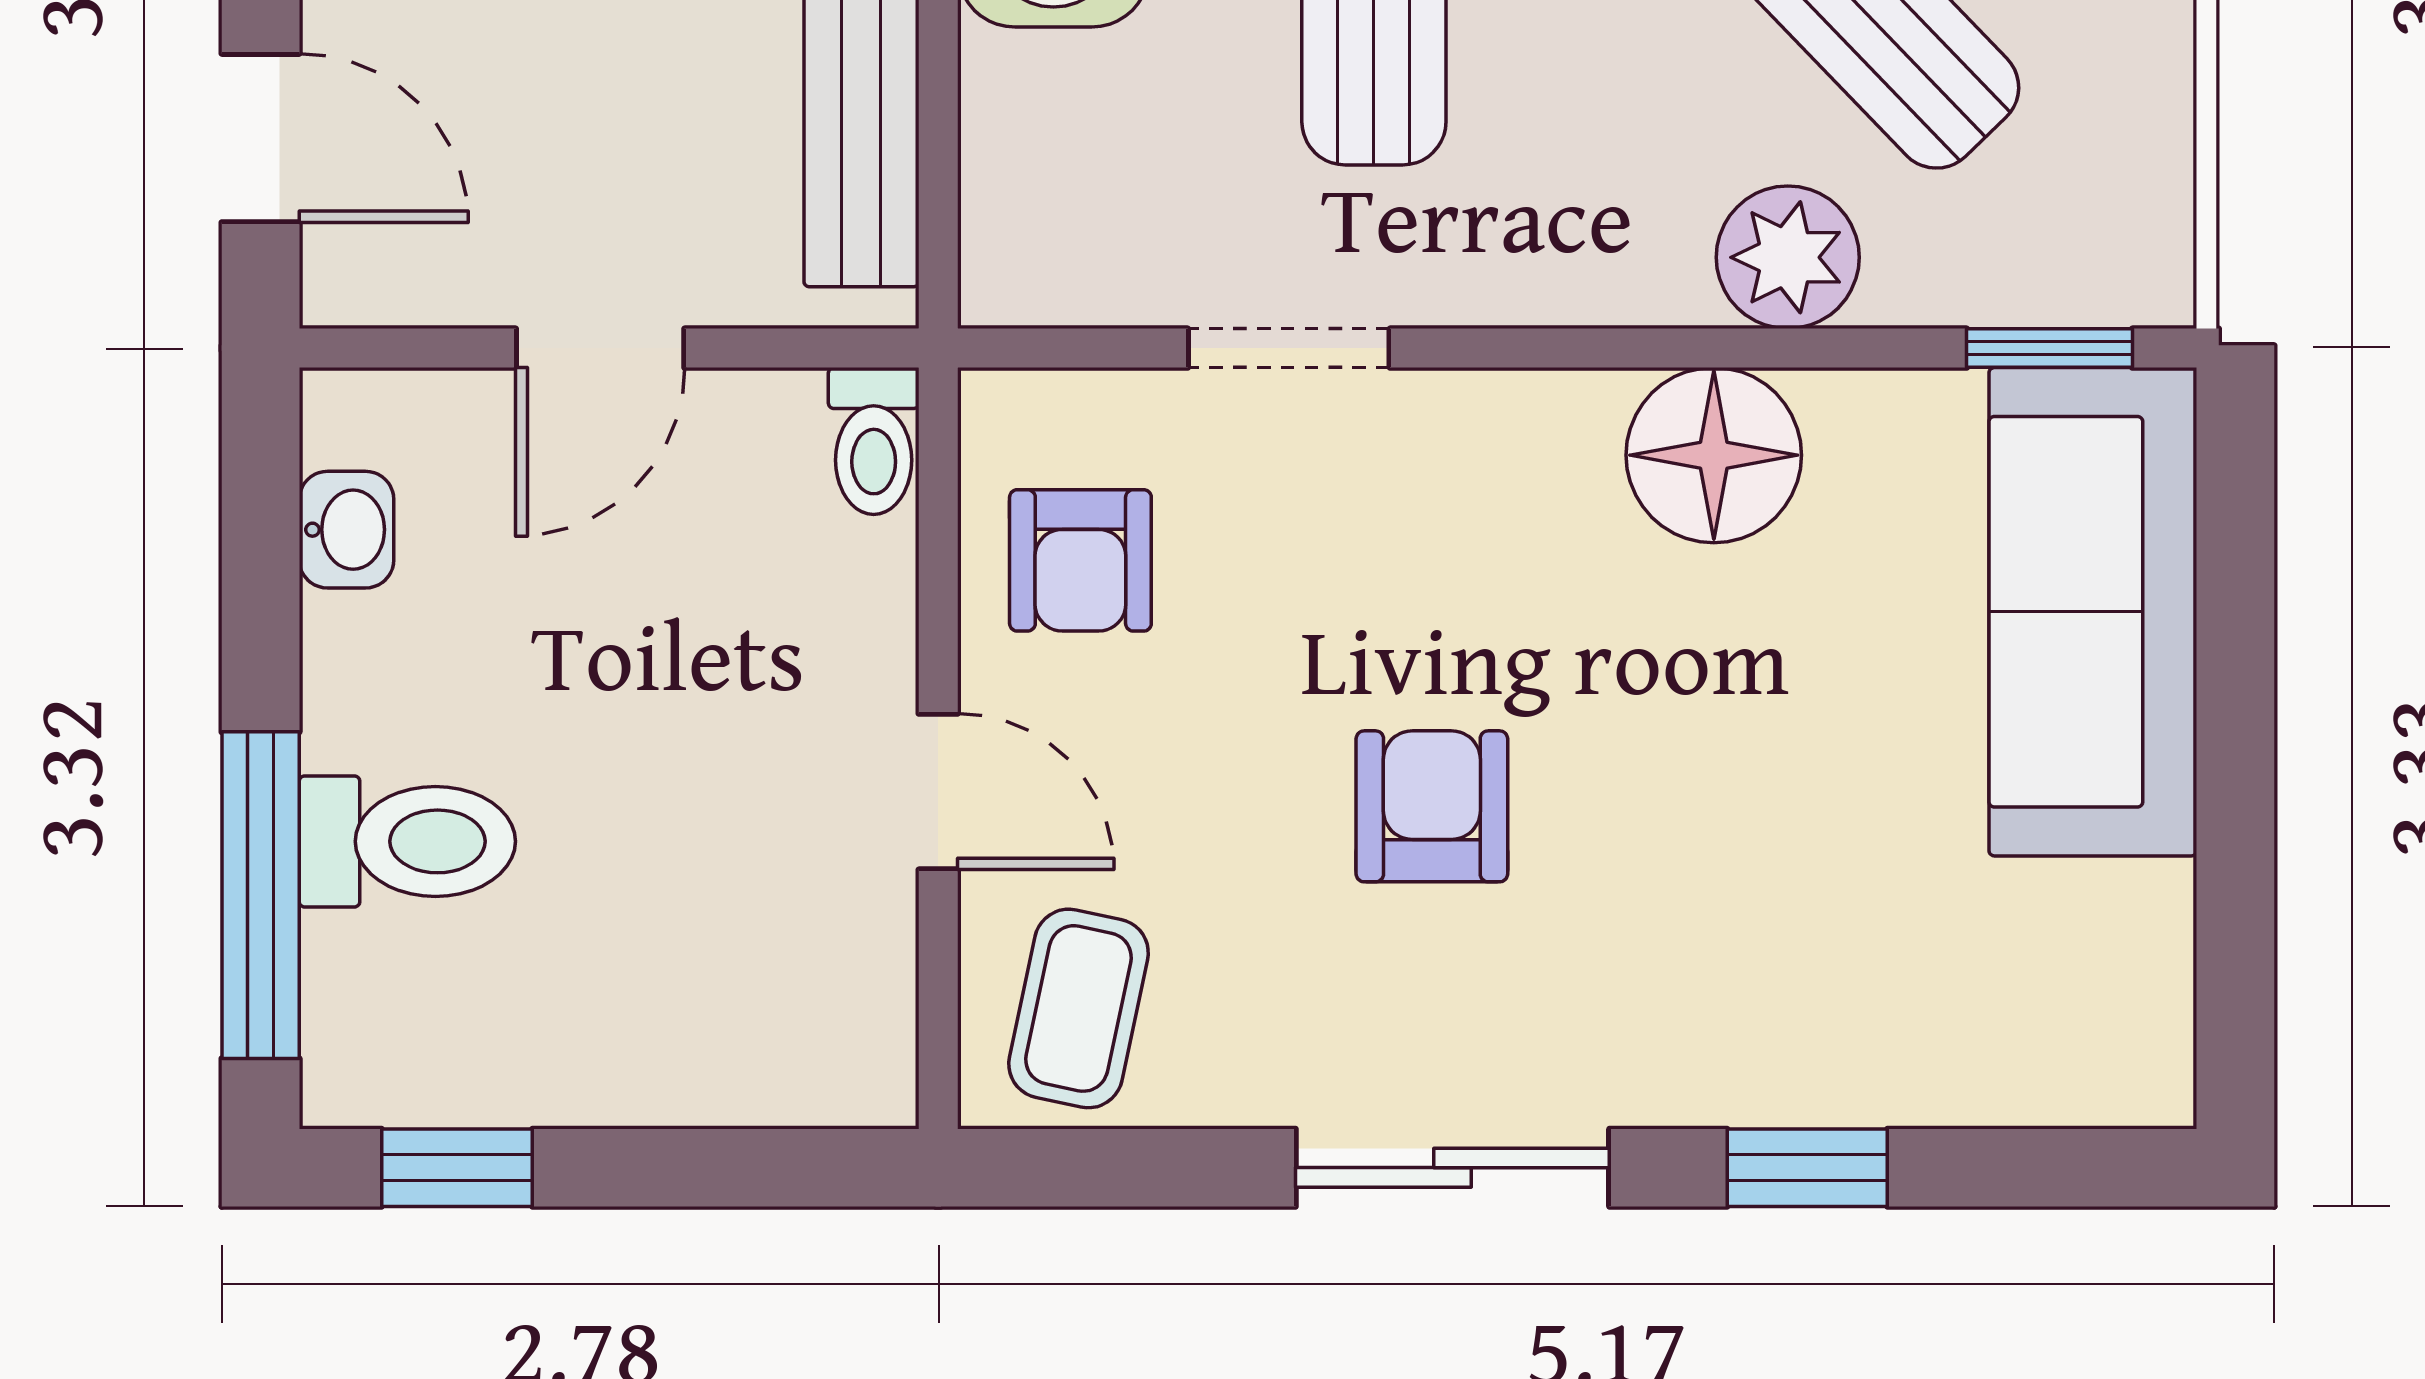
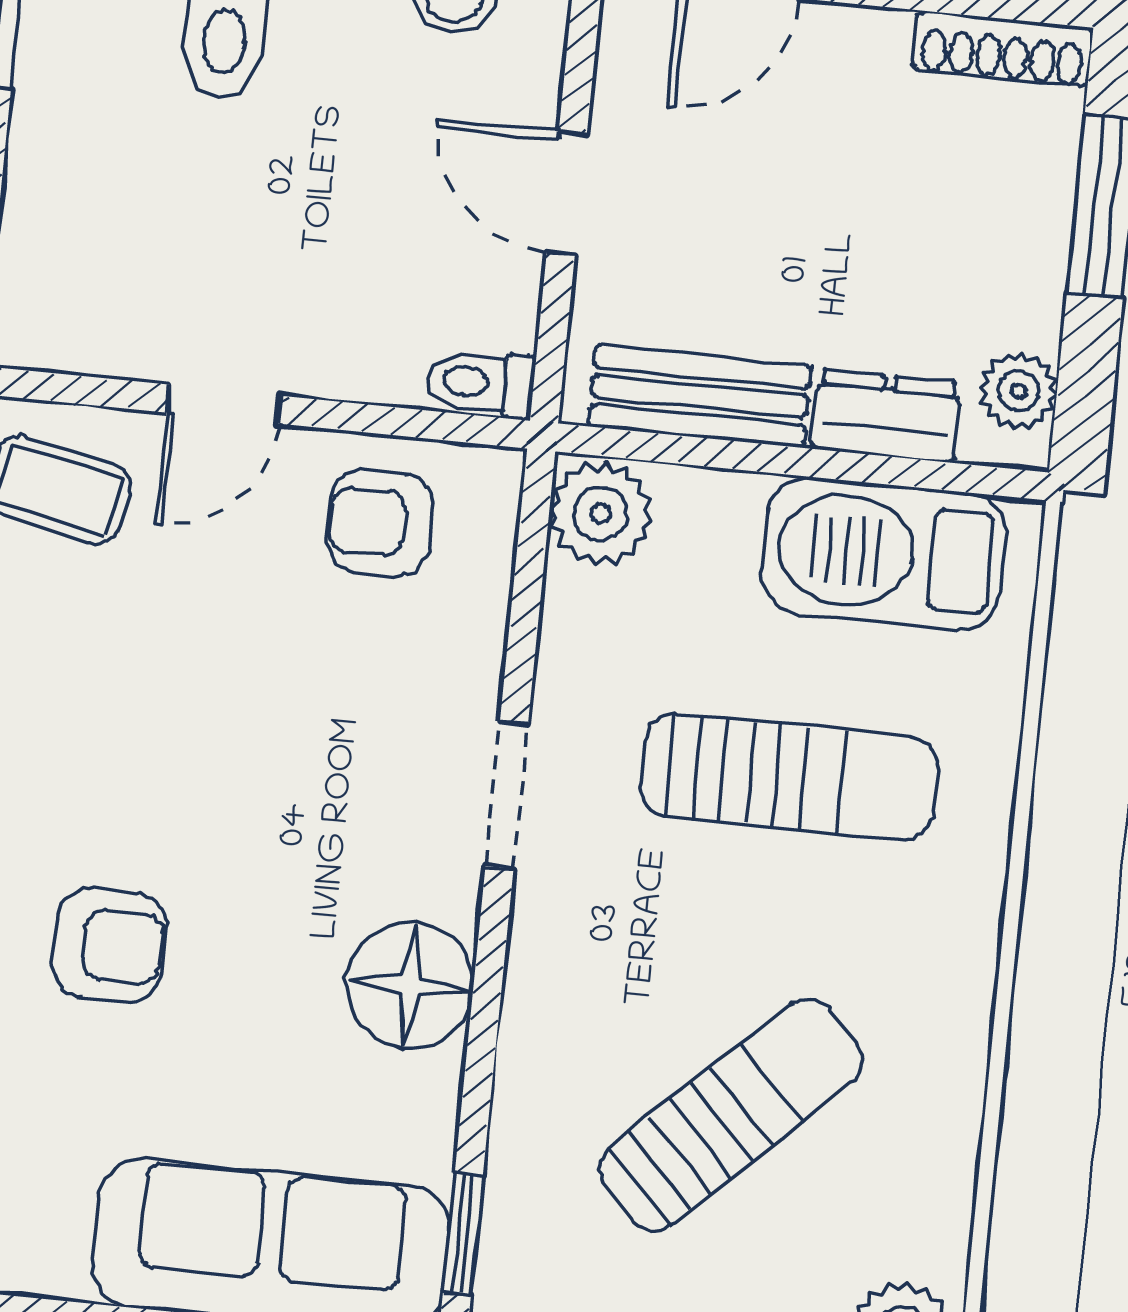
plant: (1788, 257) -> (601, 513), moved
doorway: (1289, 348) -> (507, 795), moved
armchair: (1432, 806) -> (110, 945), moved

